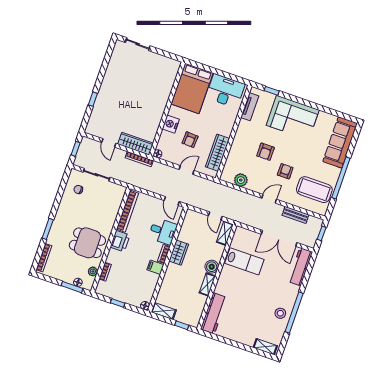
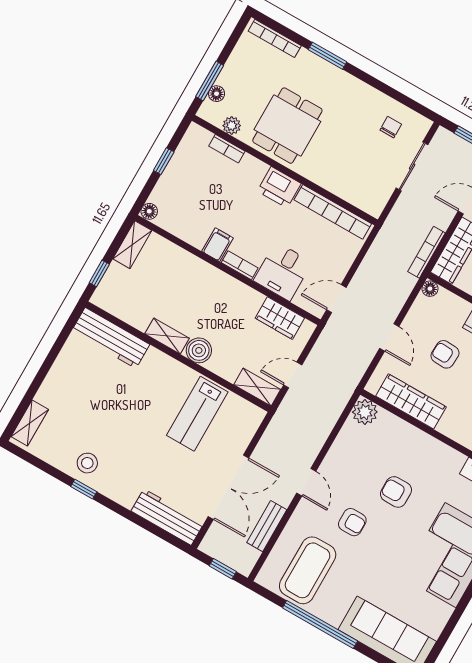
plant: (241, 180) -> (365, 412), moved
double door: (279, 238) -> (228, 487), swing flipped
wardrobe: (179, 253) -> (280, 318), moved
window: (294, 313) -> (84, 489), width x0.32

